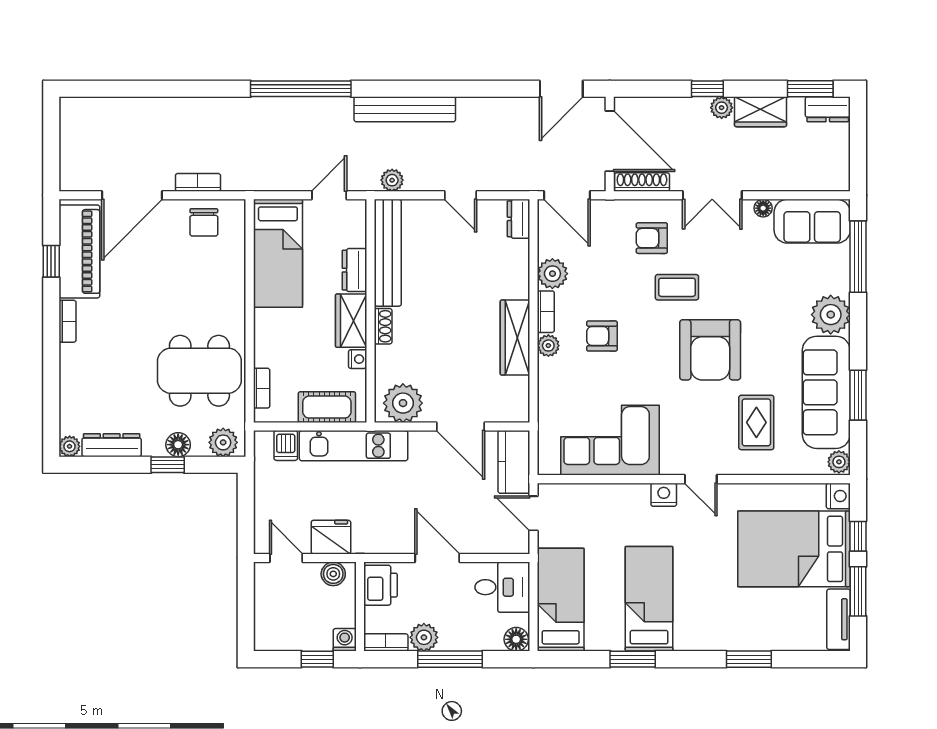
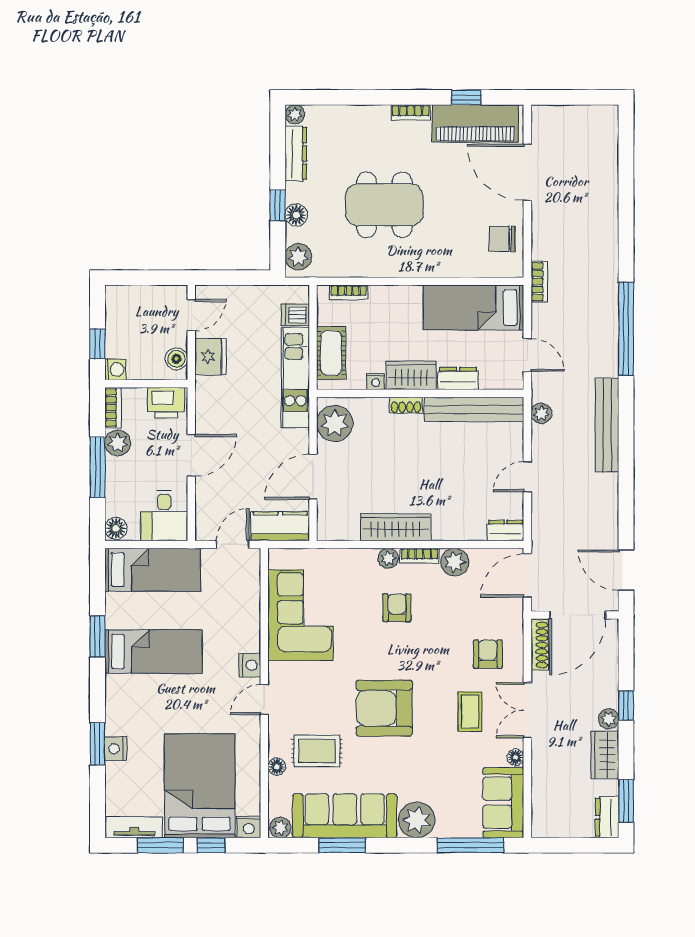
bookcase: (198, 182) -> (539, 282), moved
coffee table: (677, 287) -> (470, 712), moved
dining table: (199, 371) -> (384, 205), moved, turned 90
floor lamp: (773, 466) -> (277, 767), added
nightstand: (754, 639) -> (116, 749), added

